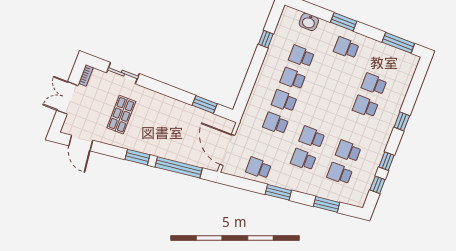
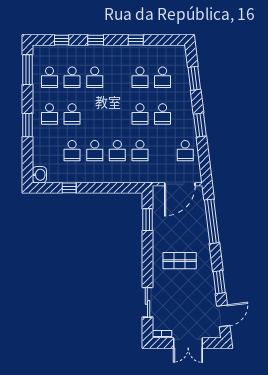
washbasin: (309, 22) -> (39, 175), moved
school desk: (383, 62) -> (49, 77), added
school desk: (338, 70) -> (72, 114), added
shop shelf: (121, 115) -> (180, 261), moved
window: (137, 157) -> (219, 282), moved
window: (377, 185) -> (62, 40), moved

